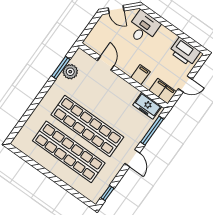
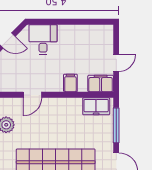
printer: (185, 52) -> (95, 35), removed
door: (106, 63) -> (32, 95), swing flipped

